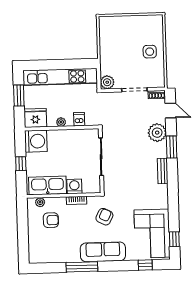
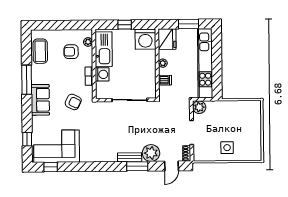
bench: (163, 171) -> (130, 157), moved
armchair: (51, 220) -> (71, 52), turned 90
sofa: (103, 252) -> (40, 100), width x0.73
coffee table: (51, 253) -> (40, 51), added

